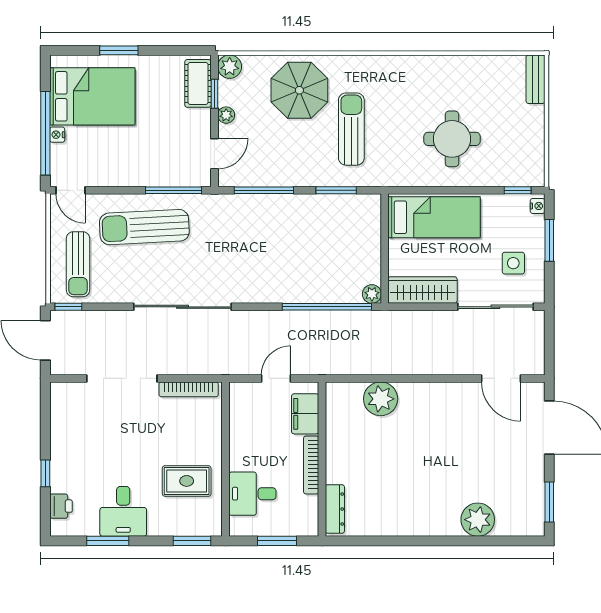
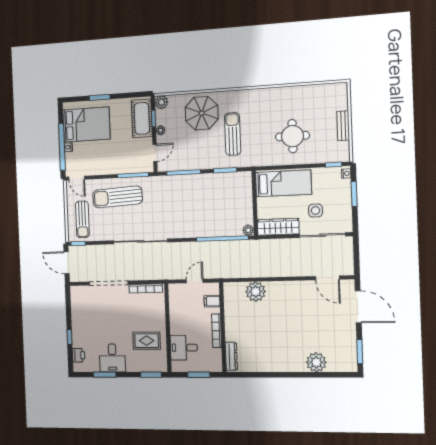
bench: (535, 79) -> (343, 126), moved
cot: (198, 83) -> (142, 118), width x1.37, depth x1.34
side table: (513, 263) -> (315, 211), moved
filing cabinet: (305, 414) -> (212, 301), width x0.50

